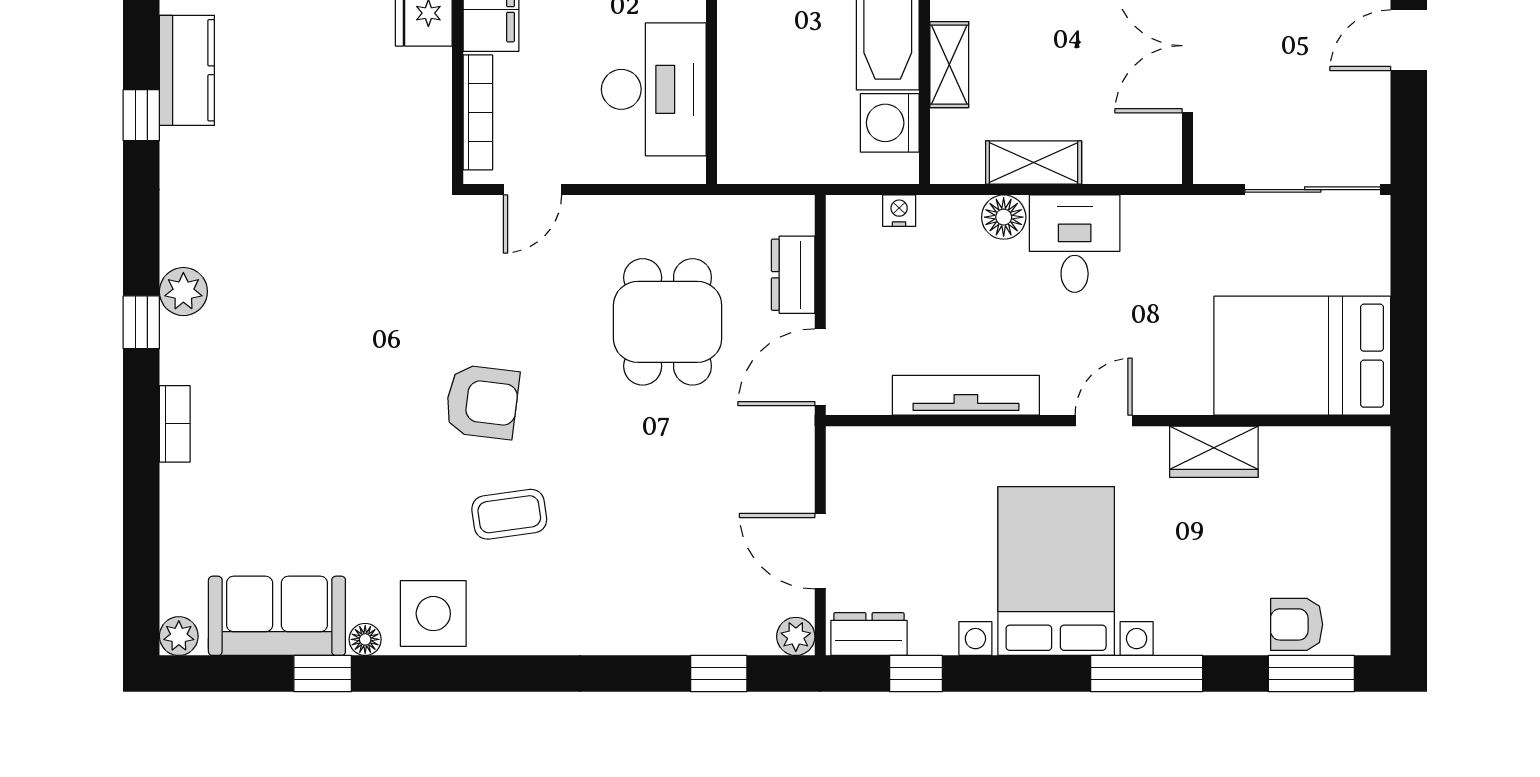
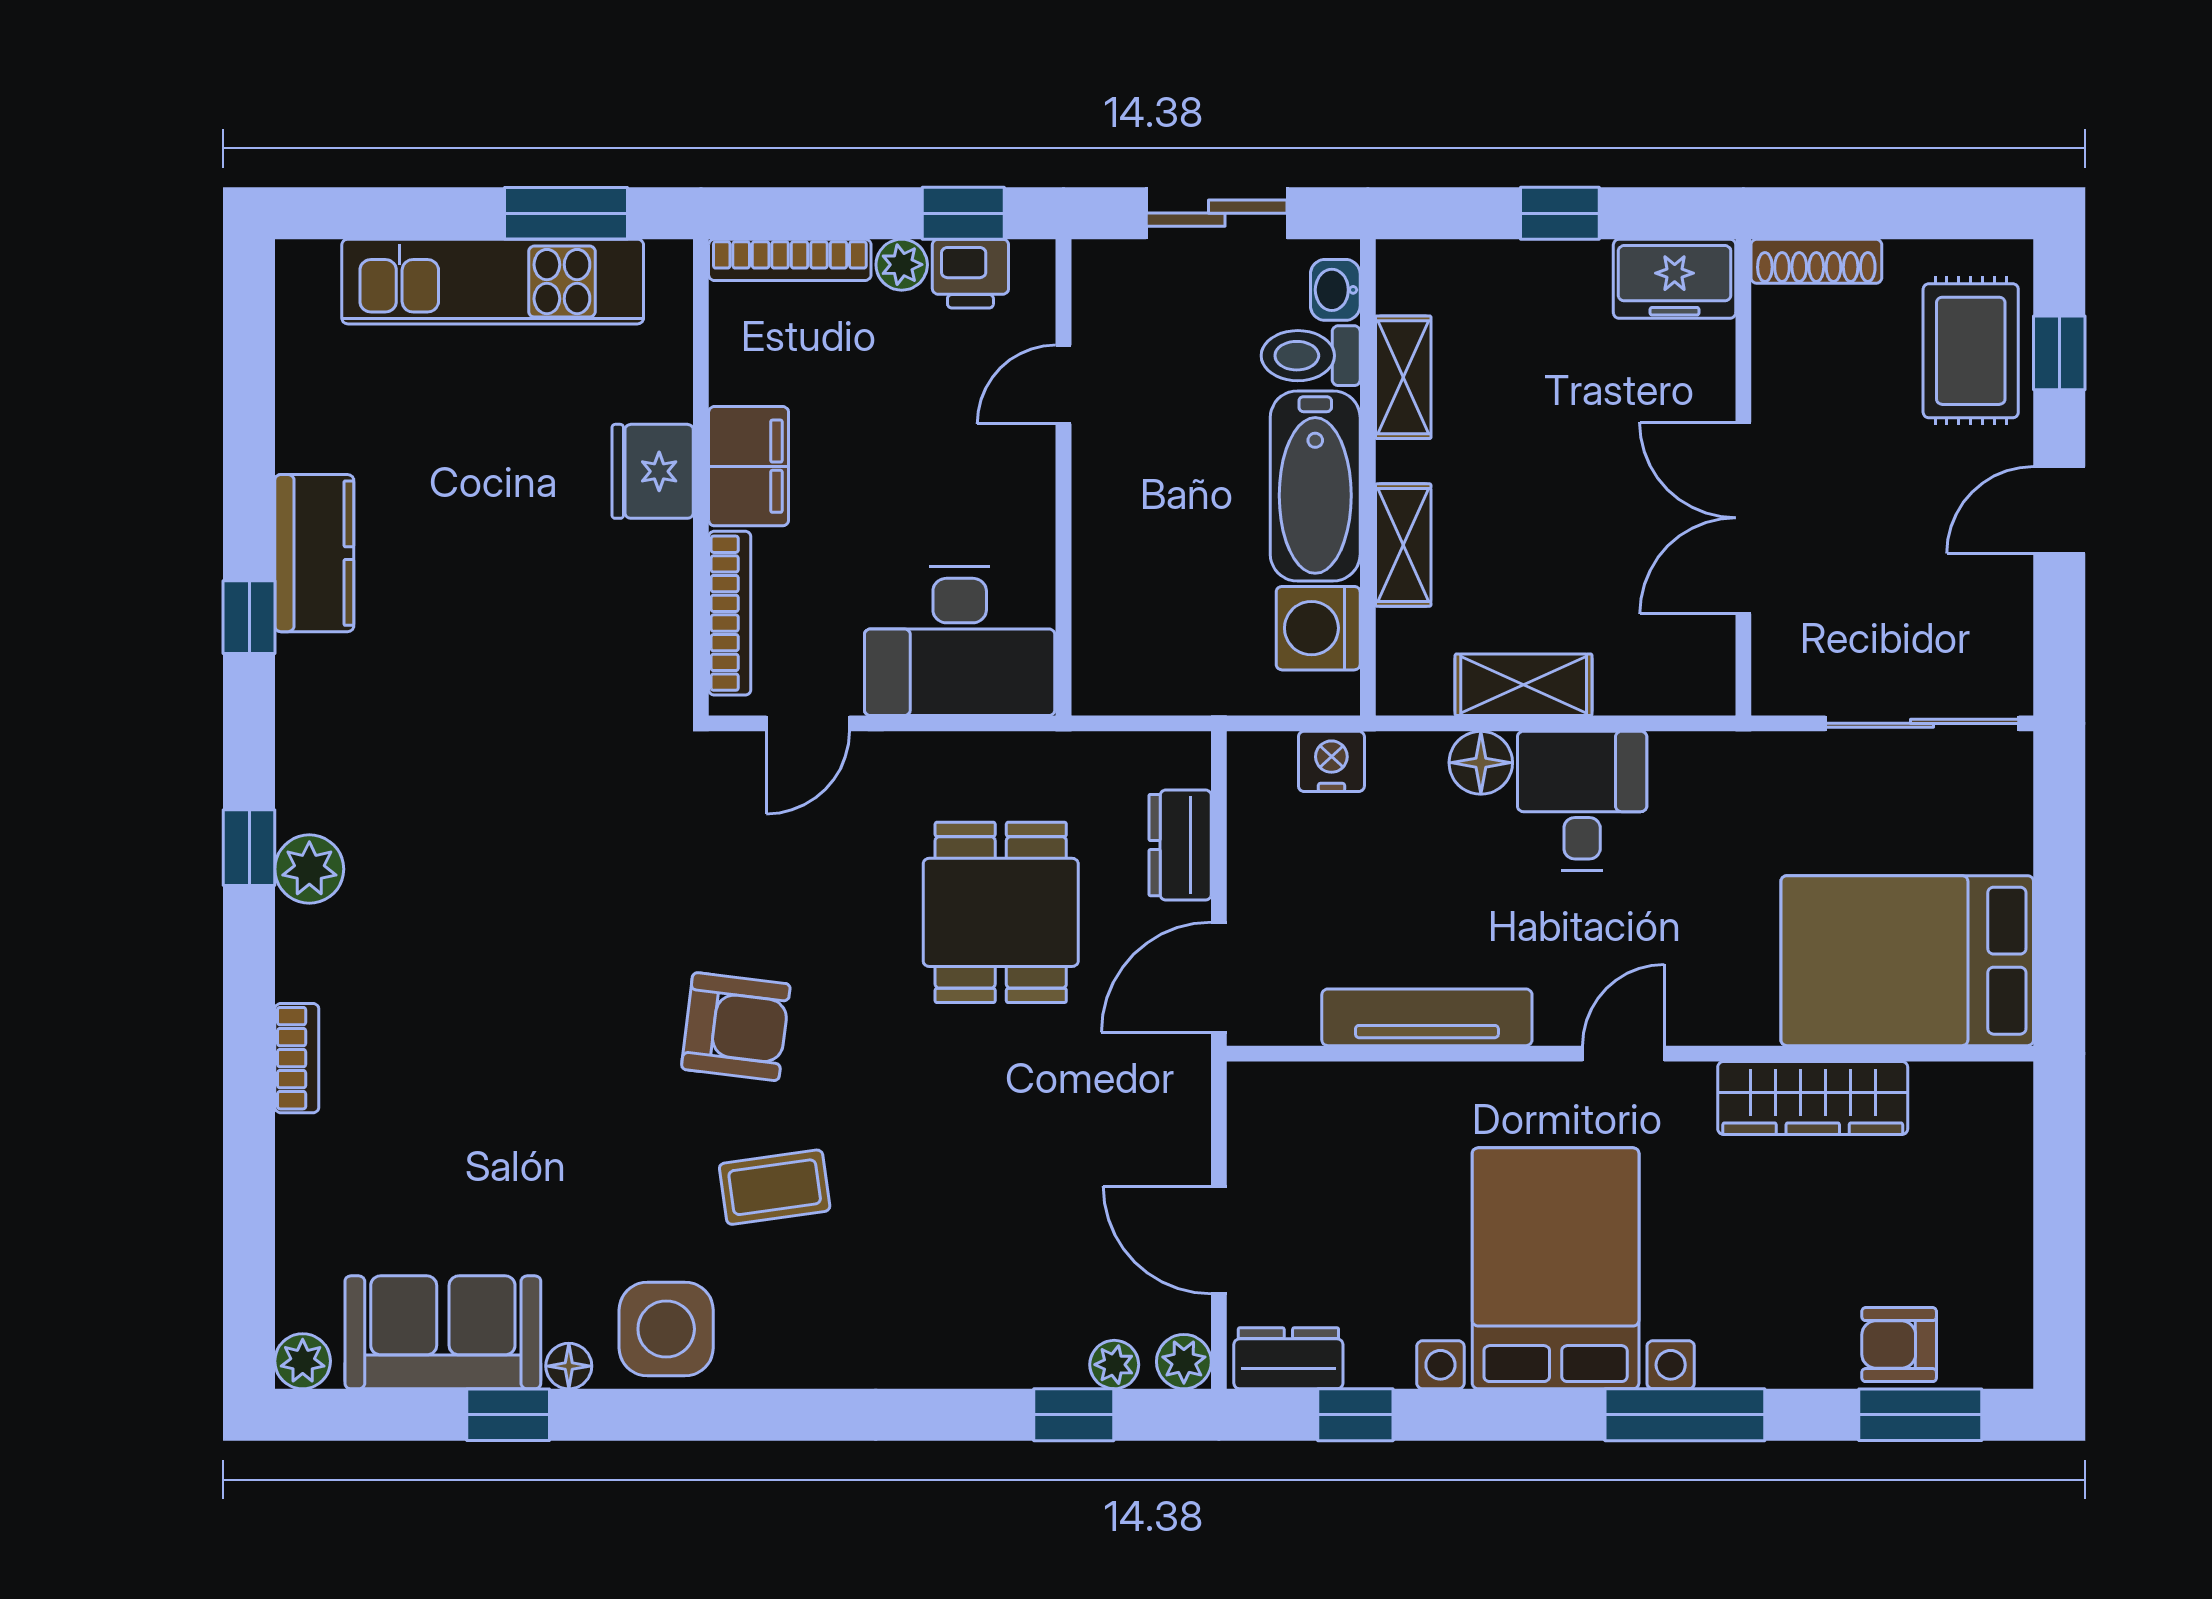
desk: (654, 89) -> (960, 641), moved, turned 90
nightstand: (899, 211) -> (1331, 761), width x1.39, depth x1.35
window: (141, 322) -> (249, 848), moved
wardrobe: (1214, 452) -> (1813, 1098), width x1.50
plant: (747, 638) -> (1114, 1365), added

